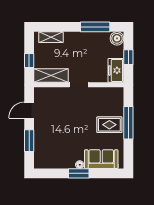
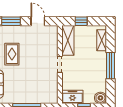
window: (95, 27) -> (110, 66), moved
rug: (109, 125) -> (12, 54), moved

